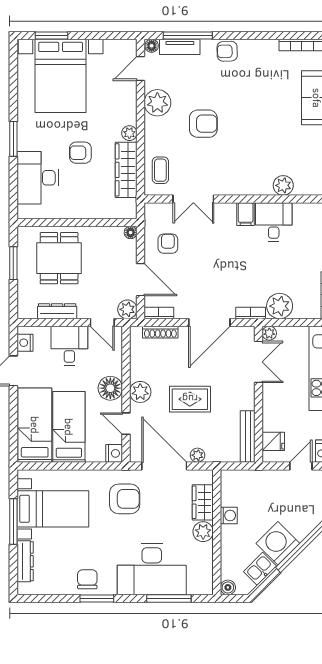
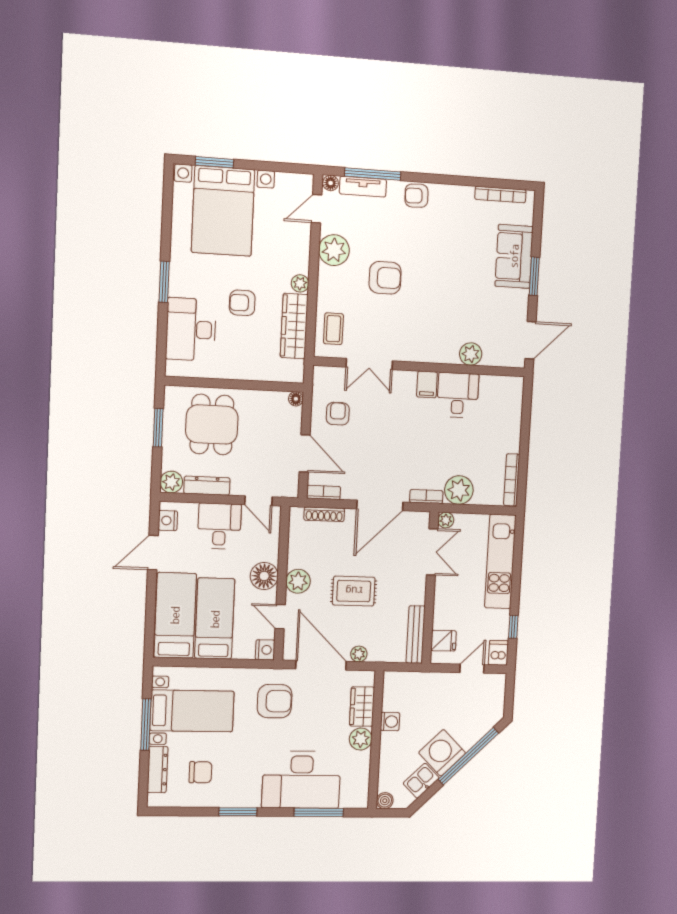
plant: (127, 309) -> (171, 482), moved
chair: (87, 579) -> (201, 772), moved, turned 90

